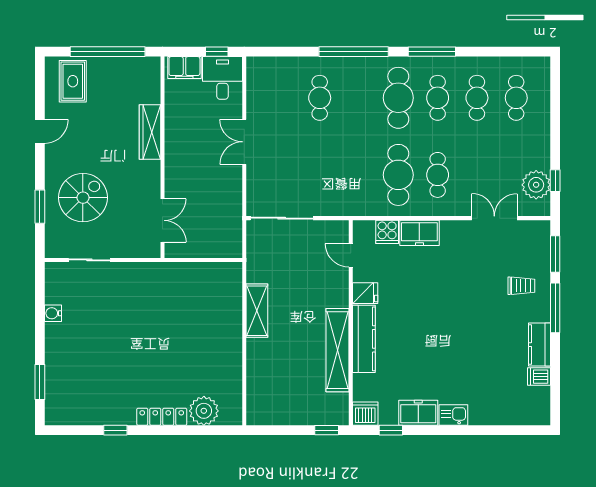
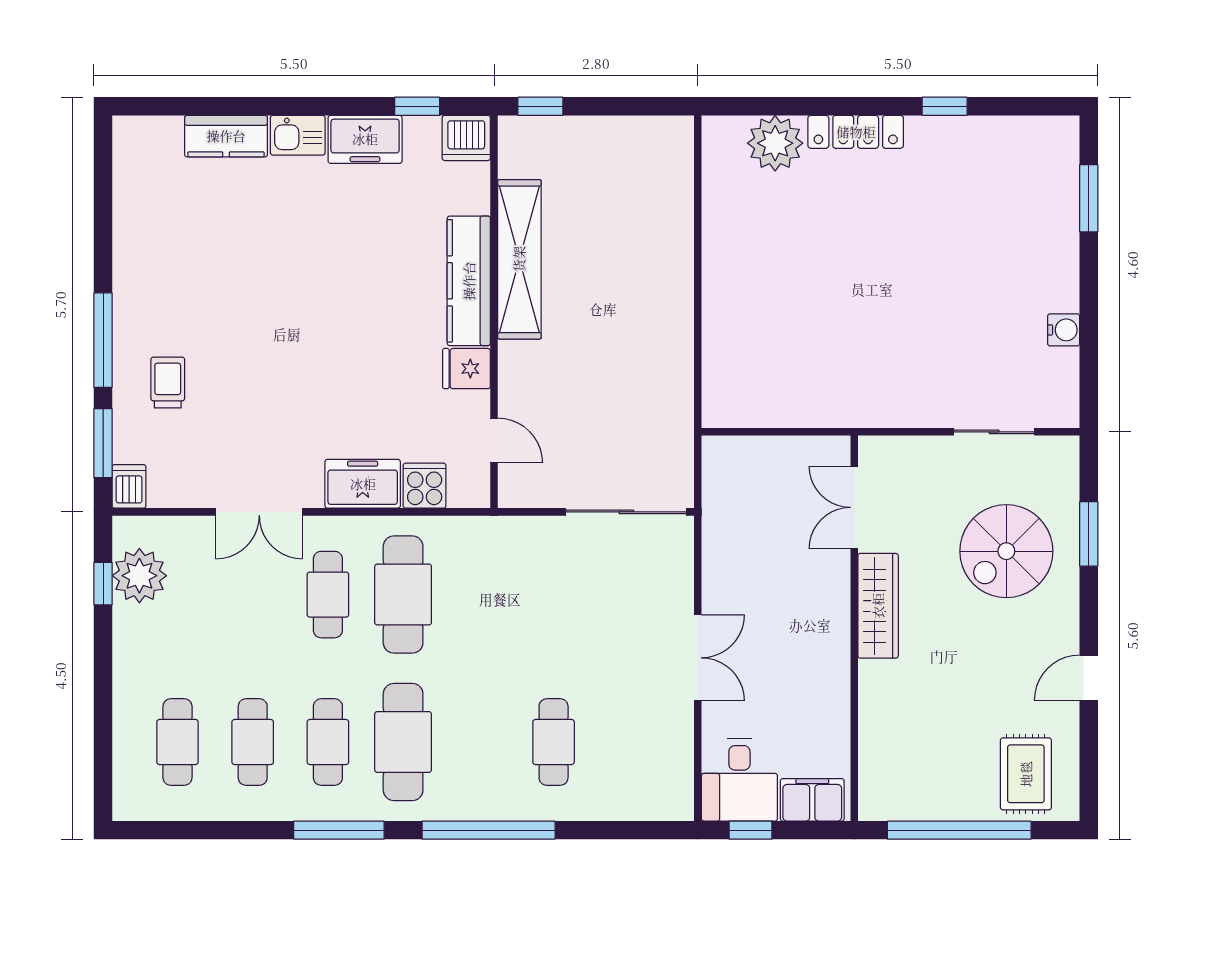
wardrobe: (150, 132) -> (878, 606), moved
double door: (494, 218) -> (259, 512), moved
trolley: (521, 286) -> (168, 382), turned 90
shelving: (257, 311) -> (674, 335), removed
kitchen counter: (540, 345) -> (226, 136), moved, turned 90
dishwasher: (539, 377) -> (129, 486), moved, turned -90

